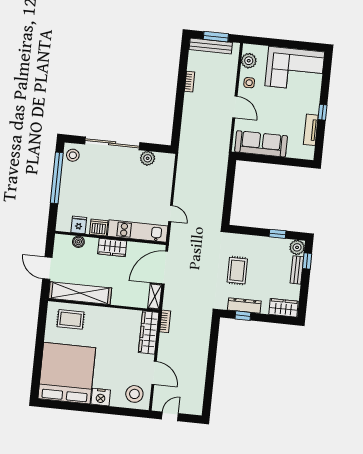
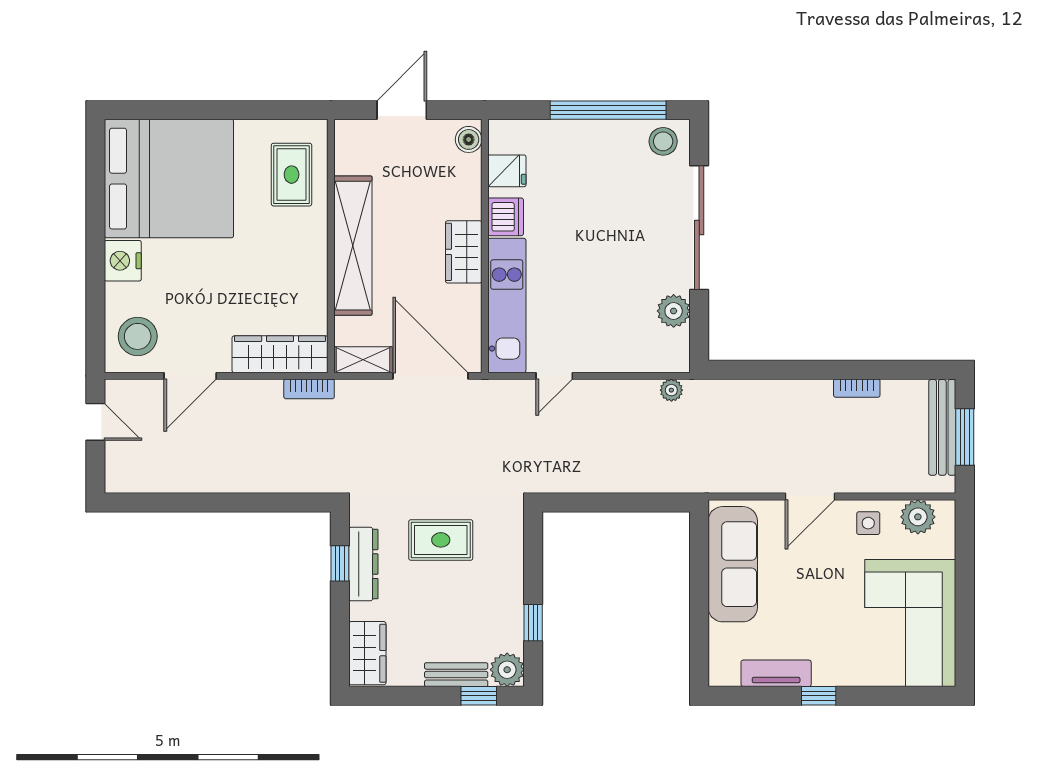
plant: (182, 163) -> (671, 390), added
boiler: (78, 242) -> (469, 139), moved
shelving: (80, 293) -> (353, 246), moved

